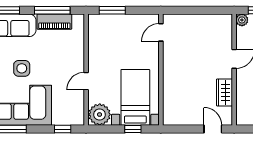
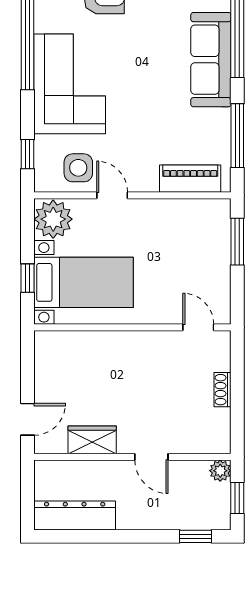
shoe rack: (196, 19) -> (223, 390), added
piano: (54, 22) -> (190, 179), moved, turned 90
side table: (22, 68) -> (78, 168), moved

